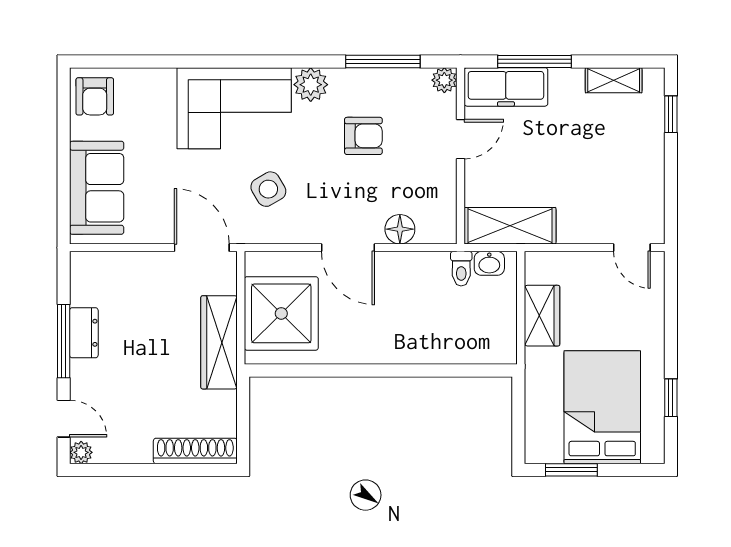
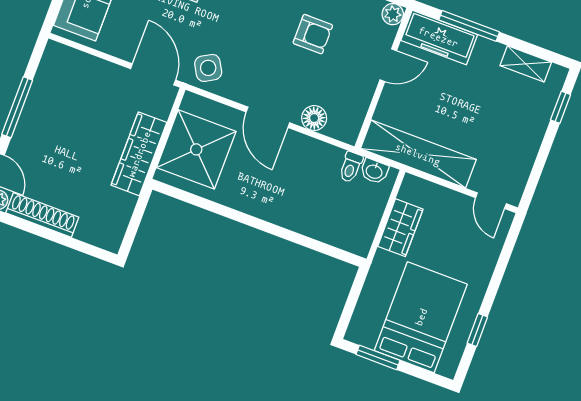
side table: (268, 189) -> (208, 68), moved
shelving: (510, 226) -> (418, 154), width x1.47
dresser: (84, 333) -> (36, 107), removed
shoe rack: (195, 451) -> (42, 215), moved

